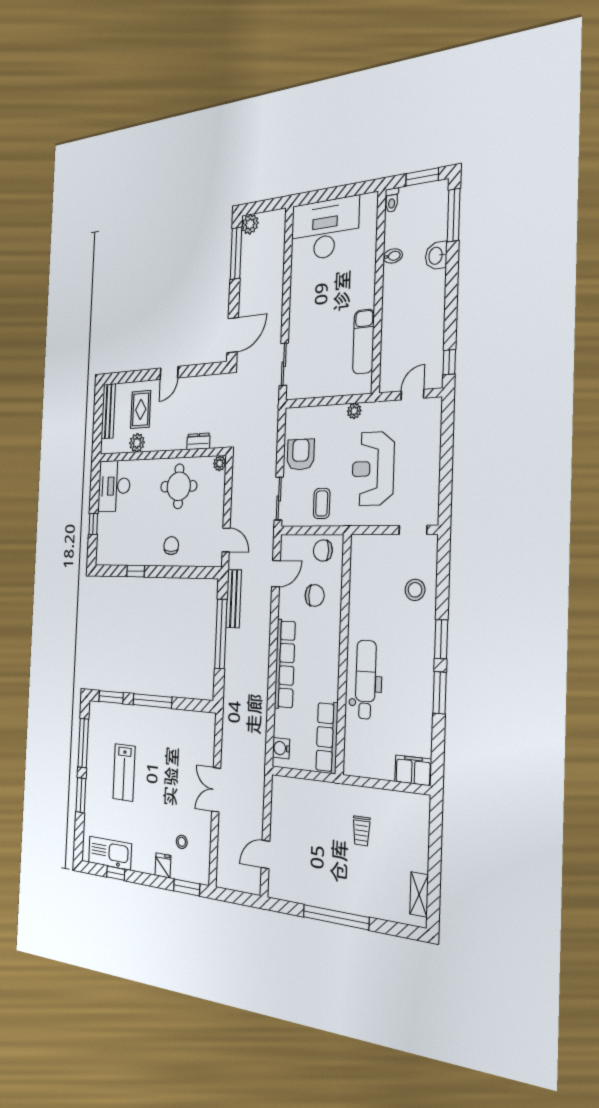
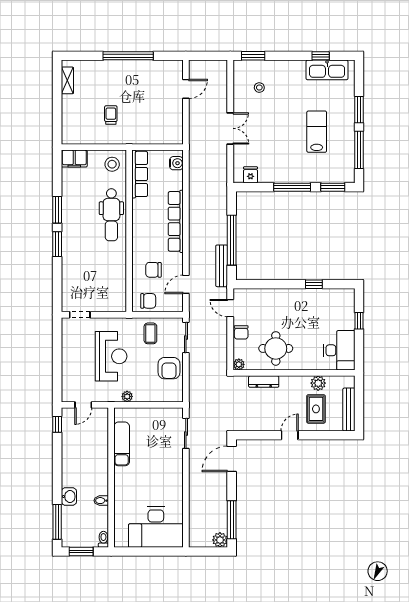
dresser: (198, 441) -> (264, 382), width x1.44
chair: (171, 546) -> (241, 332), moved
stool: (415, 590) -> (112, 164), moved
fridge: (163, 865) -> (251, 175), moved, turned 180

